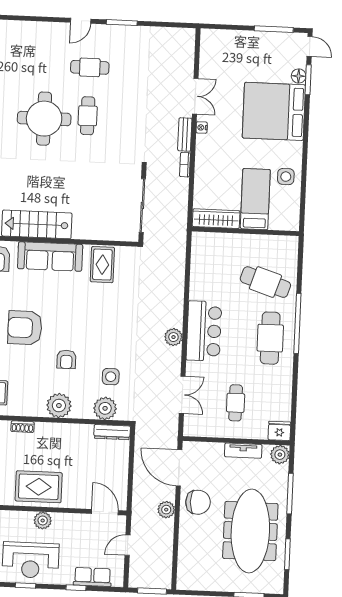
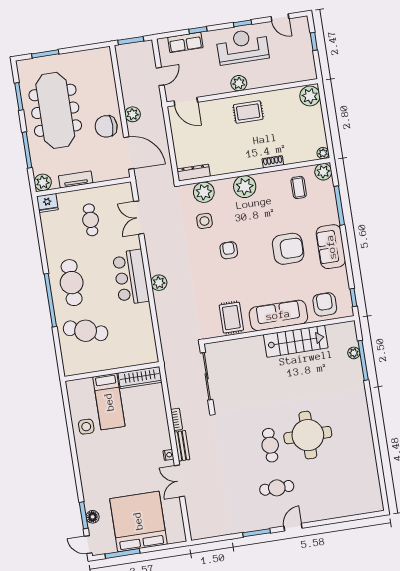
bed: (274, 111) -> (138, 521), moved, turned -90
plant: (173, 337) -> (159, 283), moved
armchair: (66, 359) -> (229, 250), moved
rug: (39, 487) -> (248, 112), width x0.73, depth x0.70

